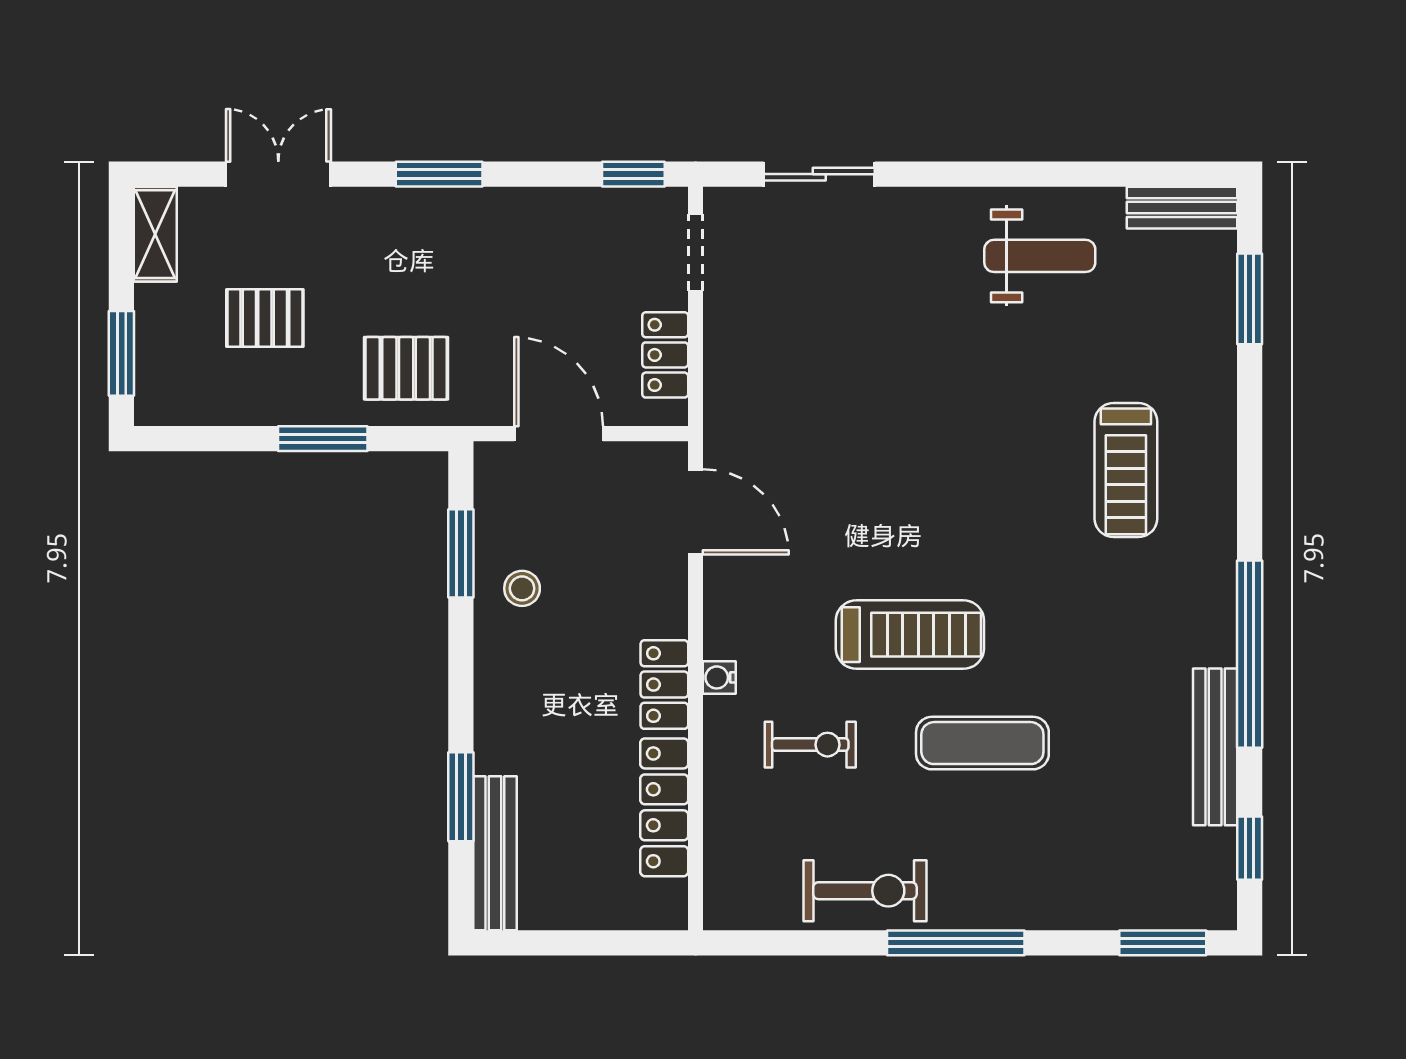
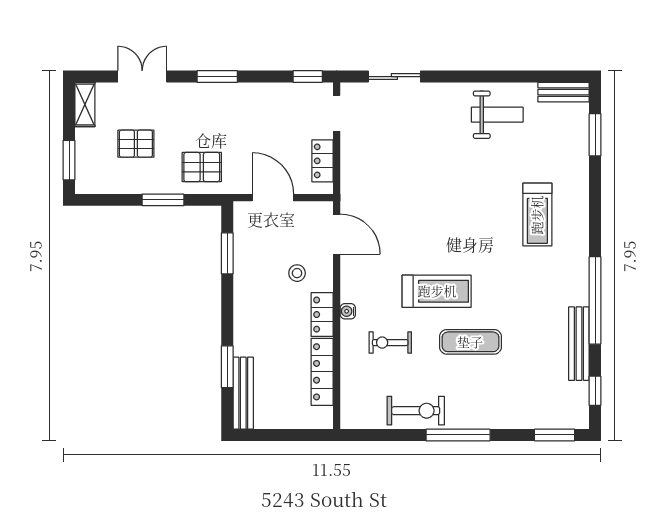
stool: (522, 588) -> (297, 273), moved
exercise bike: (810, 745) -> (390, 343), turned 180

